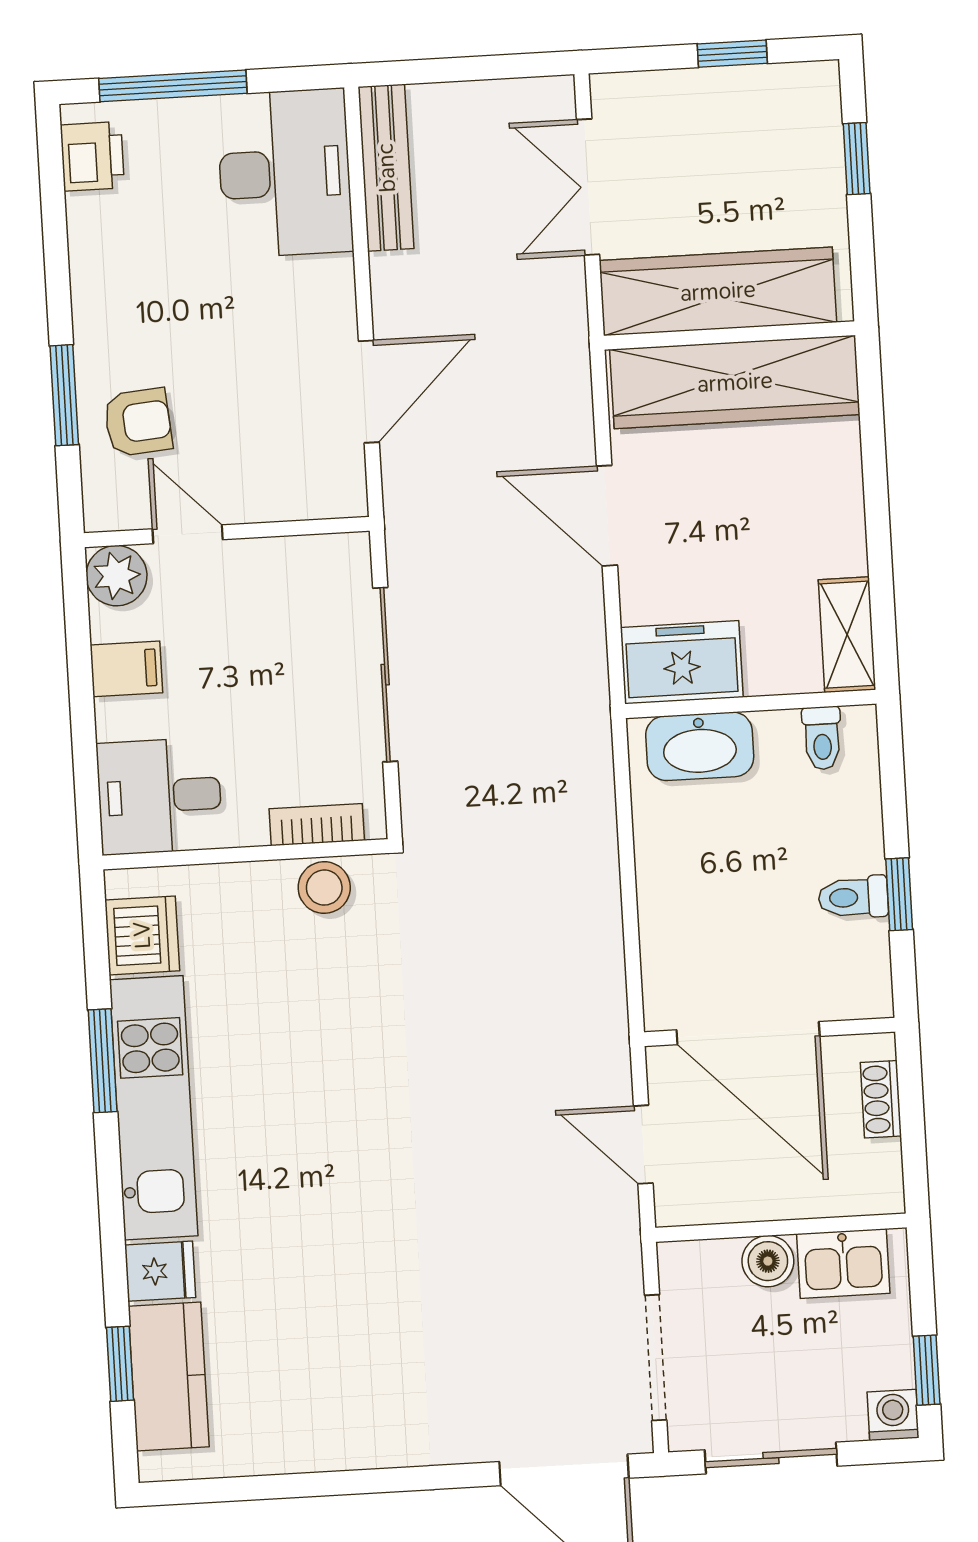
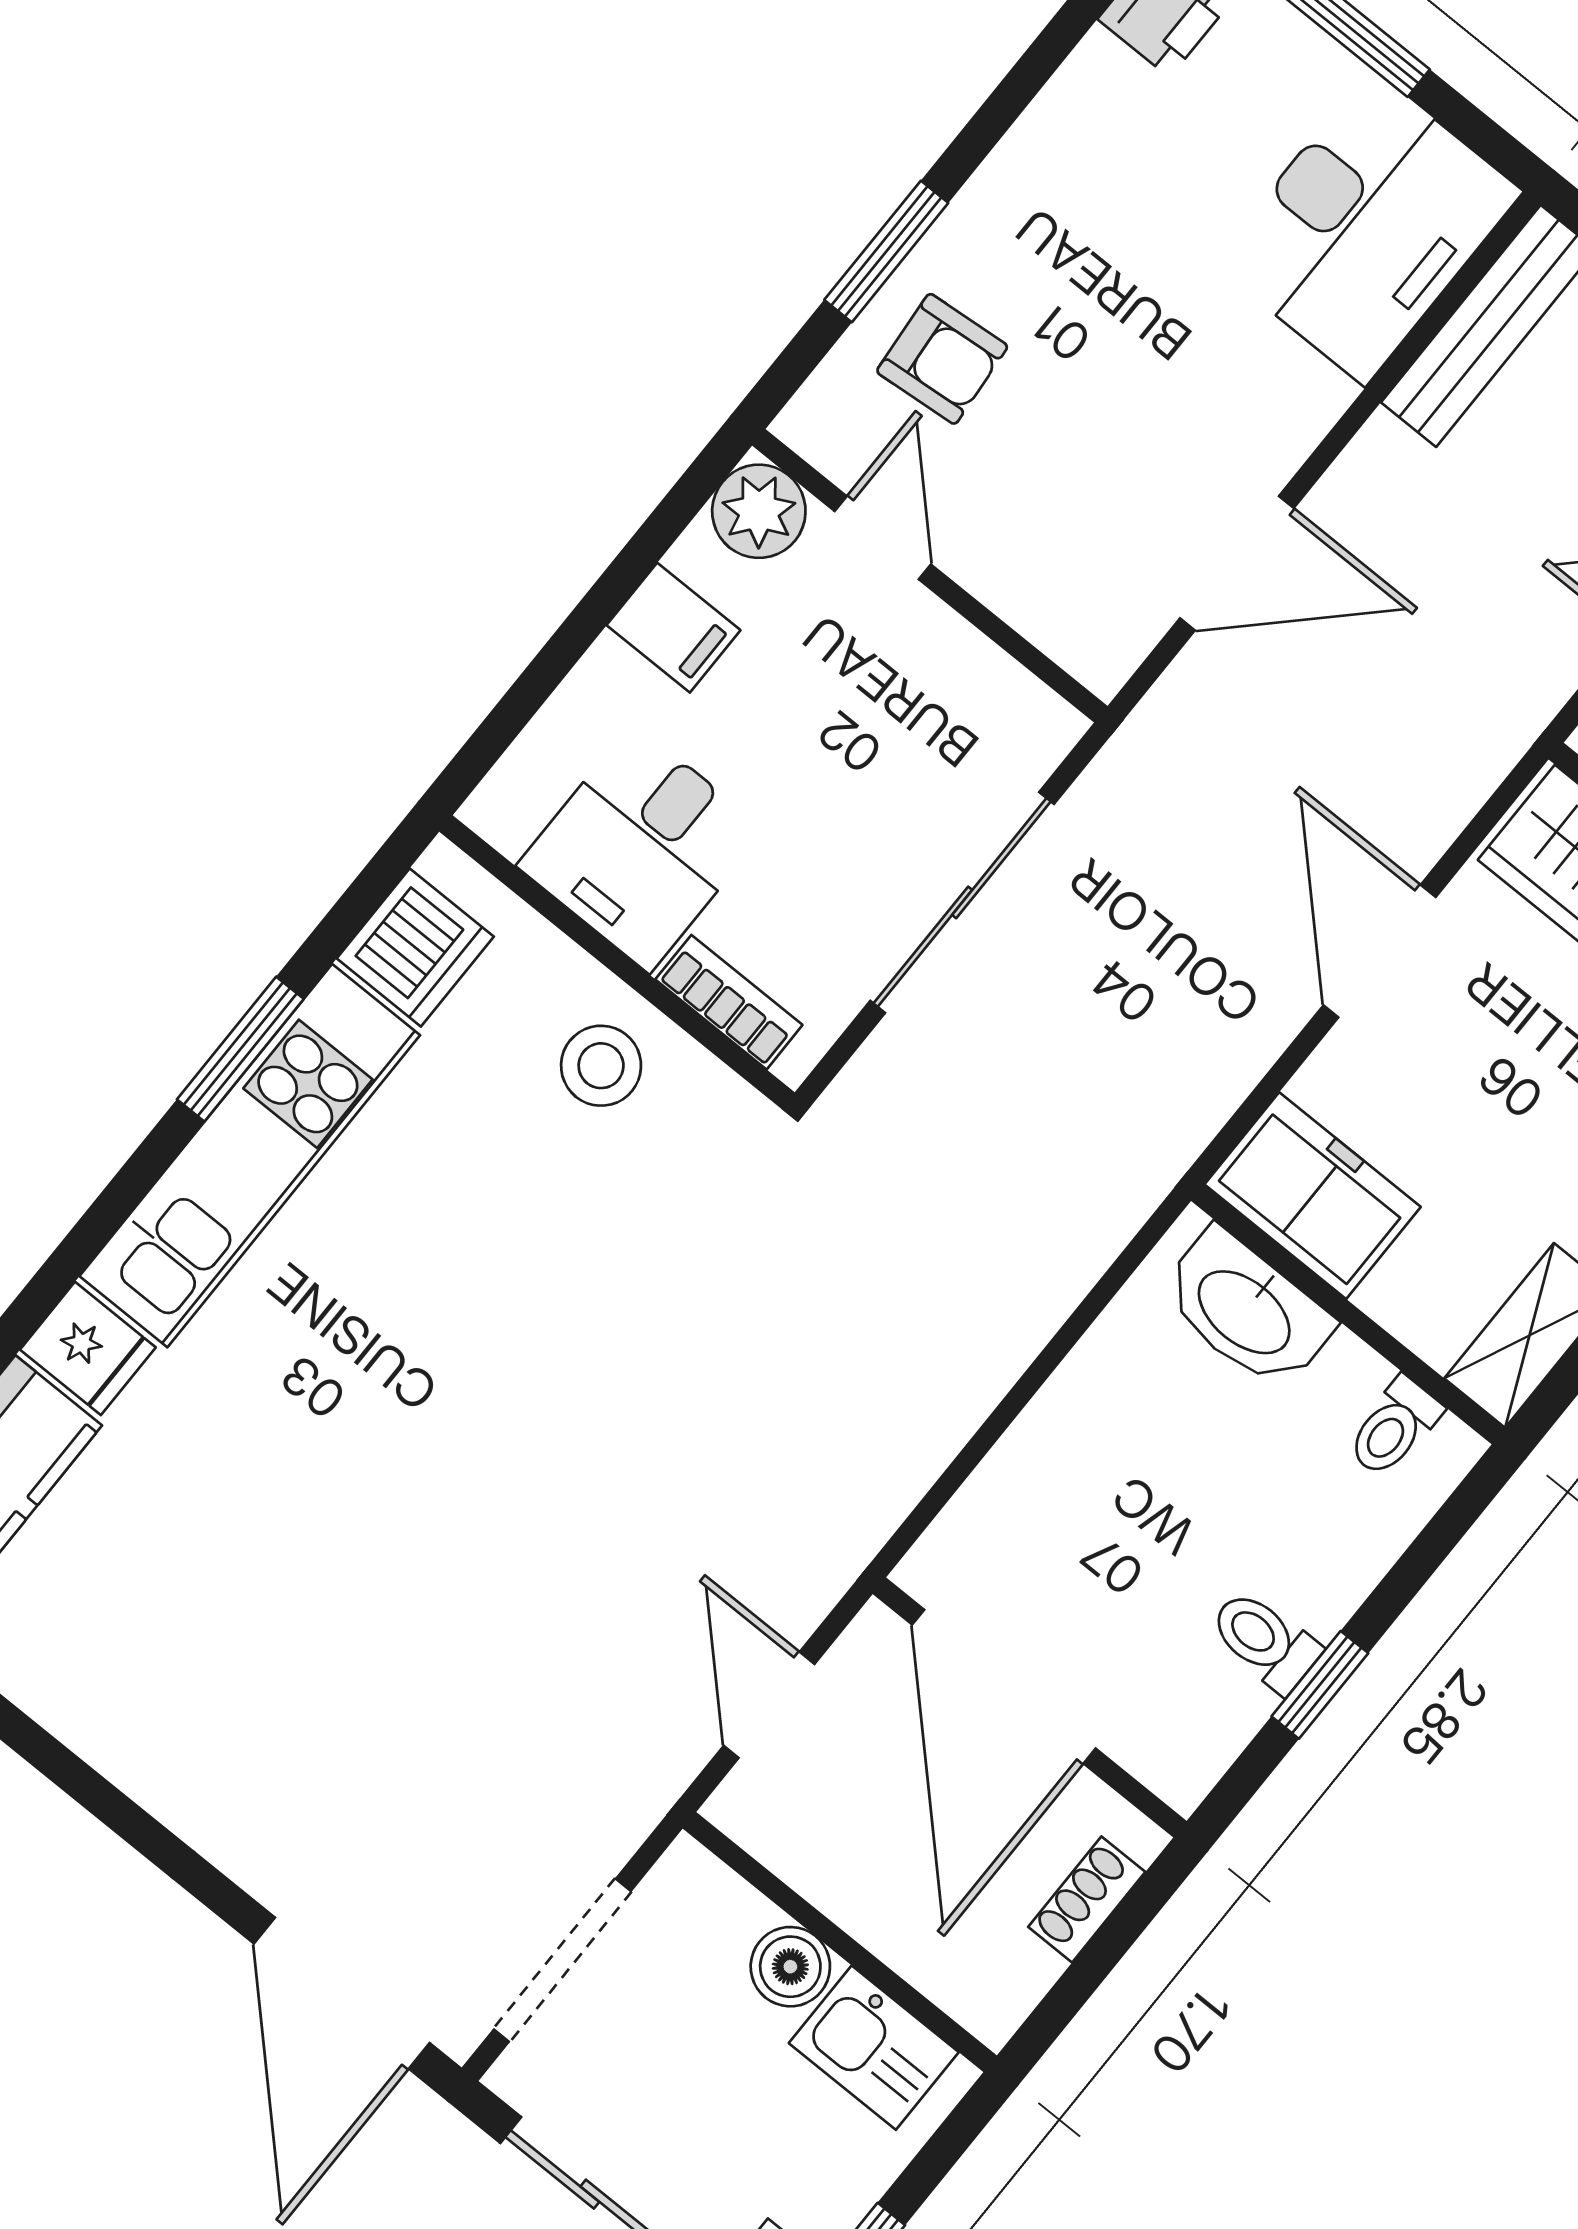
desk: (160, 796) -> (641, 848), moved, turned -90
stool: (324, 888) -> (601, 1066), moved

